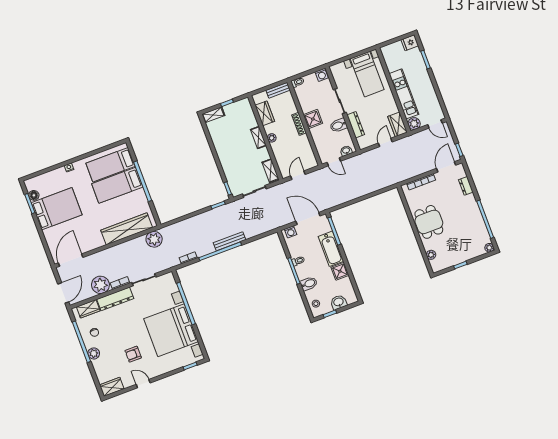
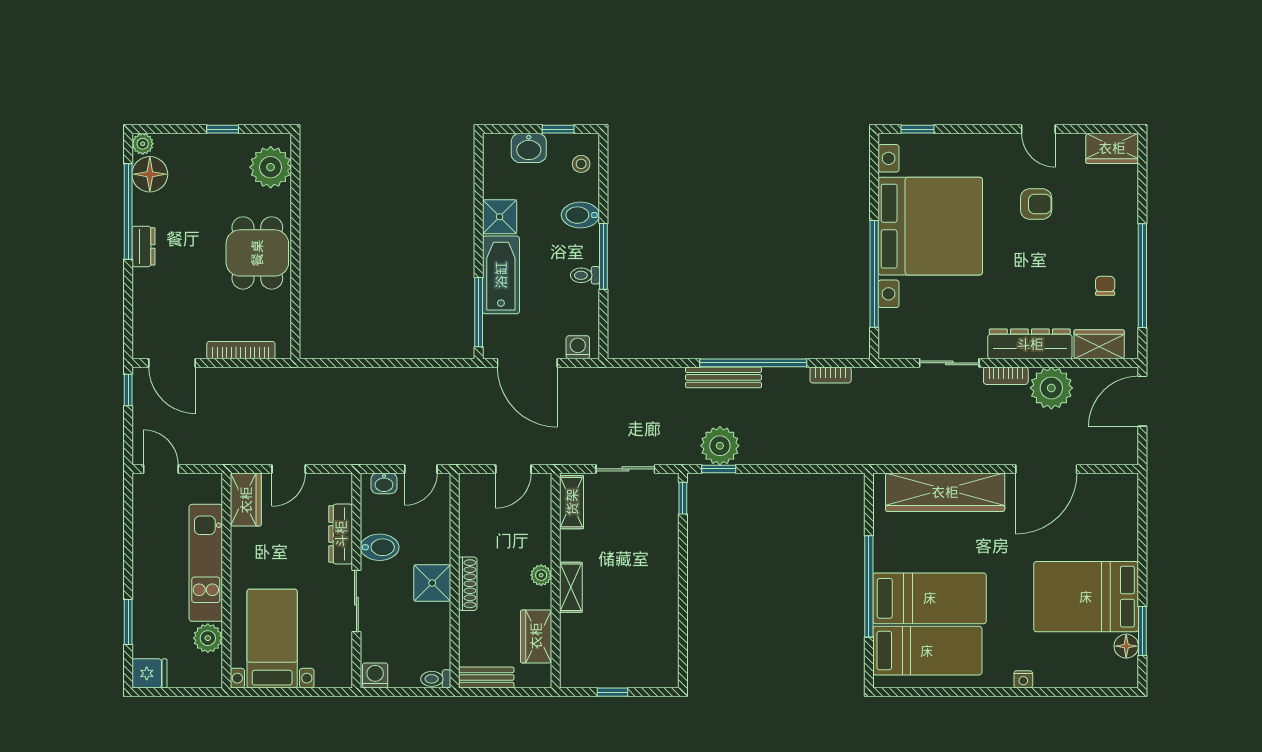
shelving: (213, 115) -> (653, 677), removed
plant: (414, 124) -> (208, 638), moved
door: (334, 162) -> (421, 469), swing flipped
door: (446, 167) -> (172, 363), hinge flipped
dresser: (466, 186) -> (143, 246), moved
floor lamp: (482, 237) -> (150, 174), added
plant: (154, 239) -> (720, 446), moved
plant: (431, 255) -> (271, 167), width x1.88, depth x1.88
door: (71, 260) -> (1046, 469), moved
plant: (94, 353) -> (1125, 239), removed

